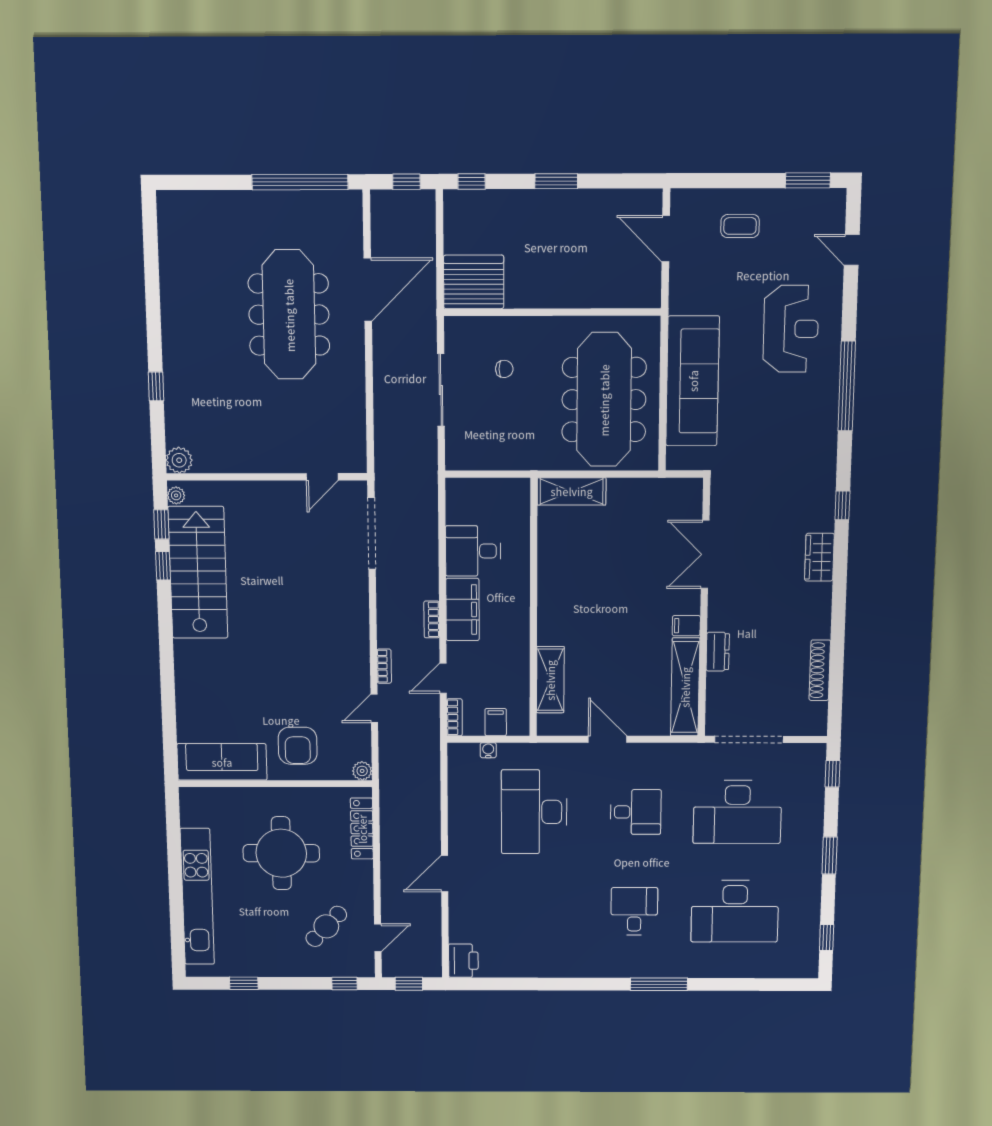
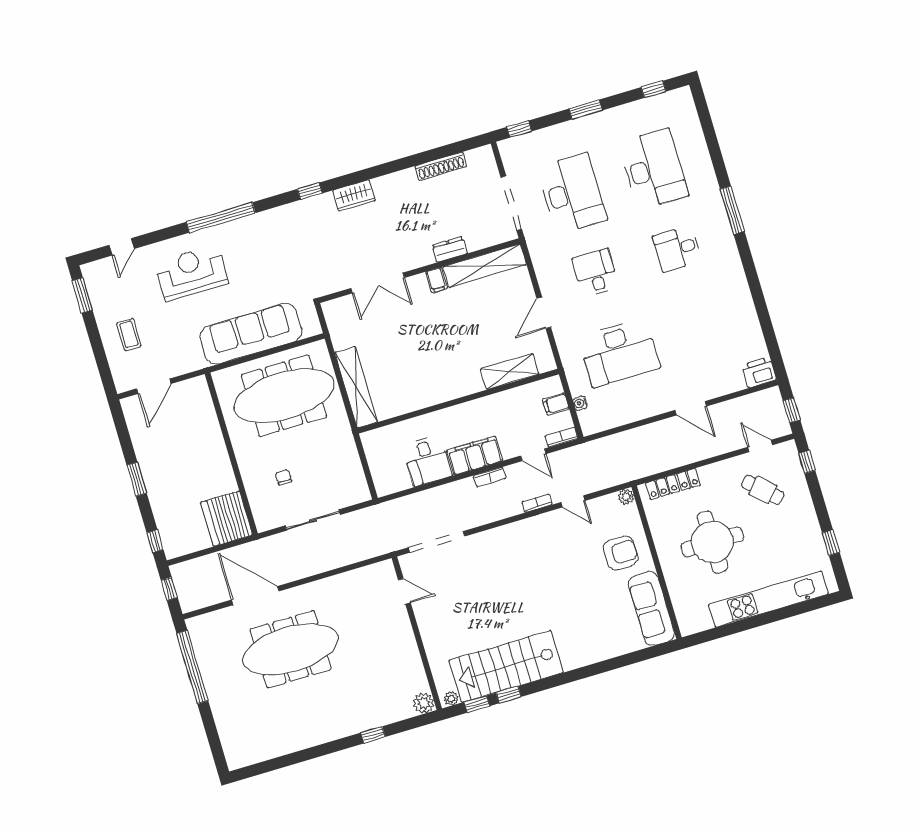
shelving: (572, 491) -> (356, 387), width x1.47

